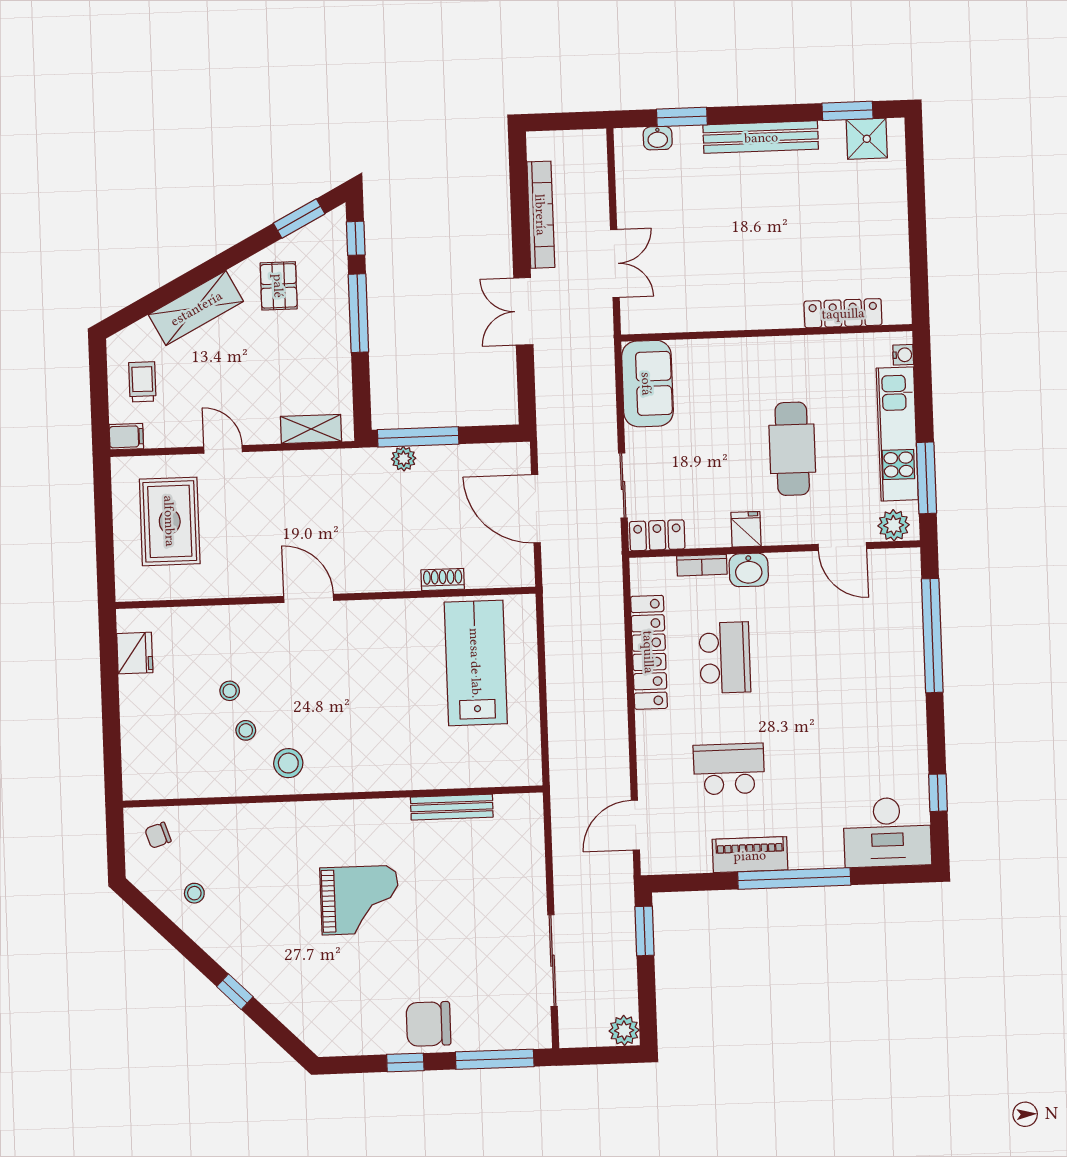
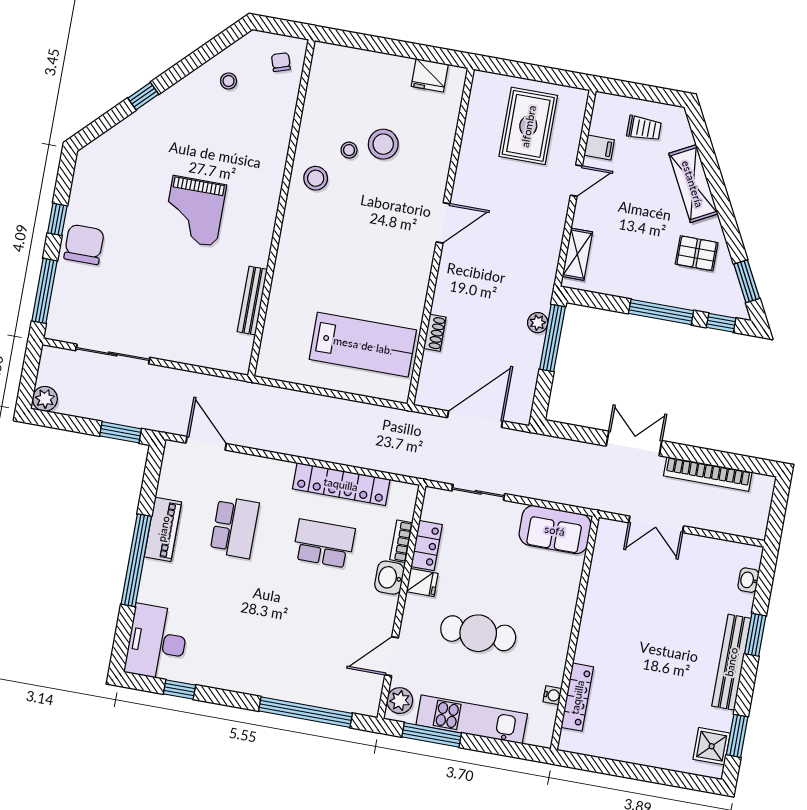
window: (682, 117) -> (755, 635), moved
water cooler: (903, 355) -> (552, 695), moved, turned -90
filing cabinet: (126, 437) -> (599, 147), moved, turned -90
rug: (170, 521) -> (528, 126), turned 90
locker: (657, 535) -> (427, 546), moved
school desk: (725, 658) -> (324, 544), turned 180
stool: (230, 691) -> (383, 144), width x1.89, depth x1.89

